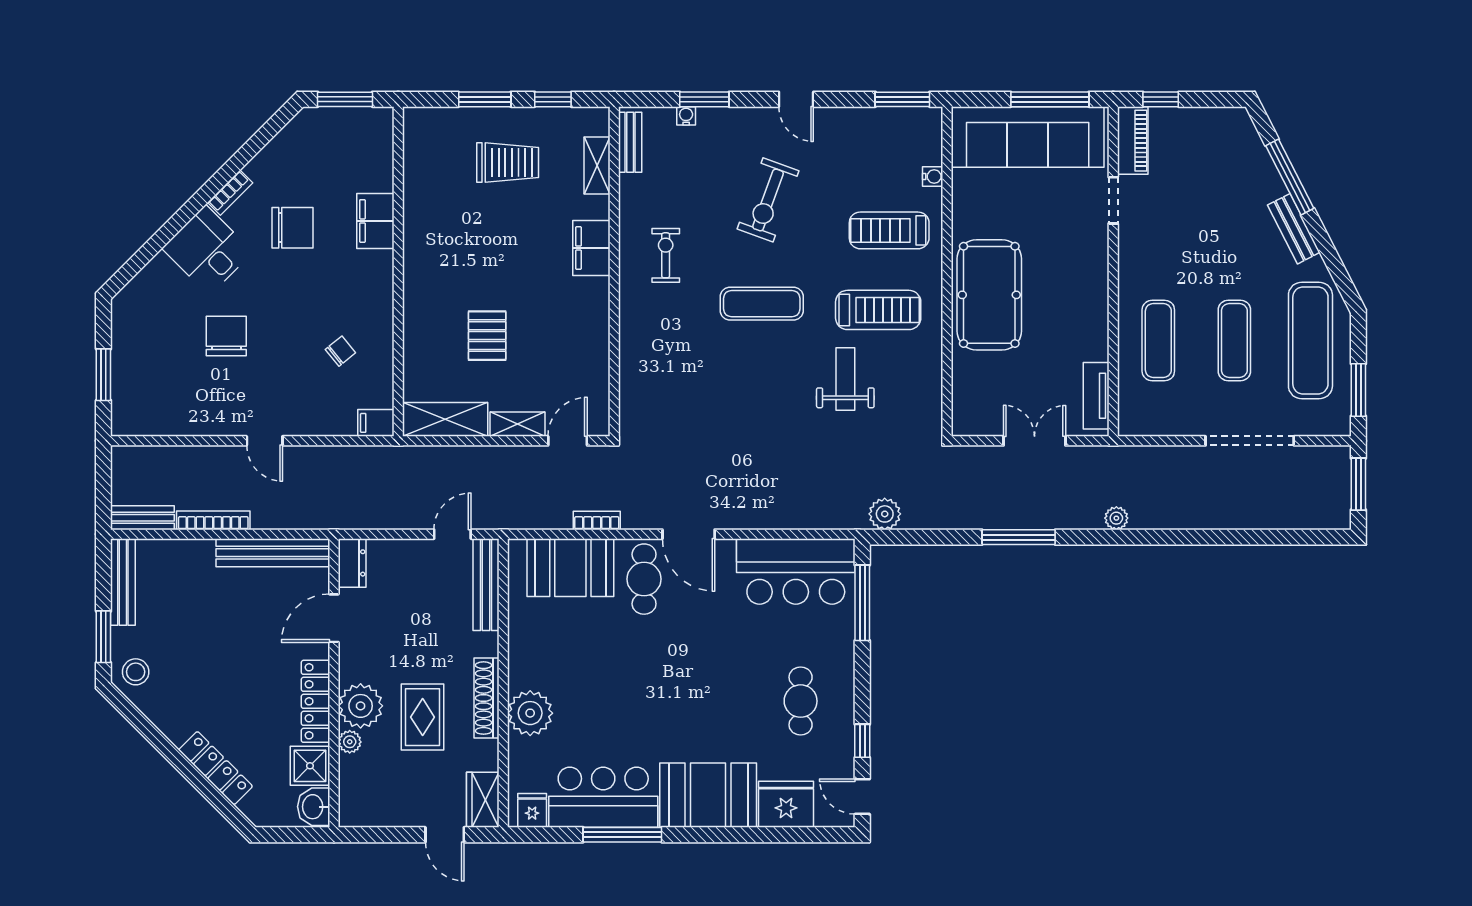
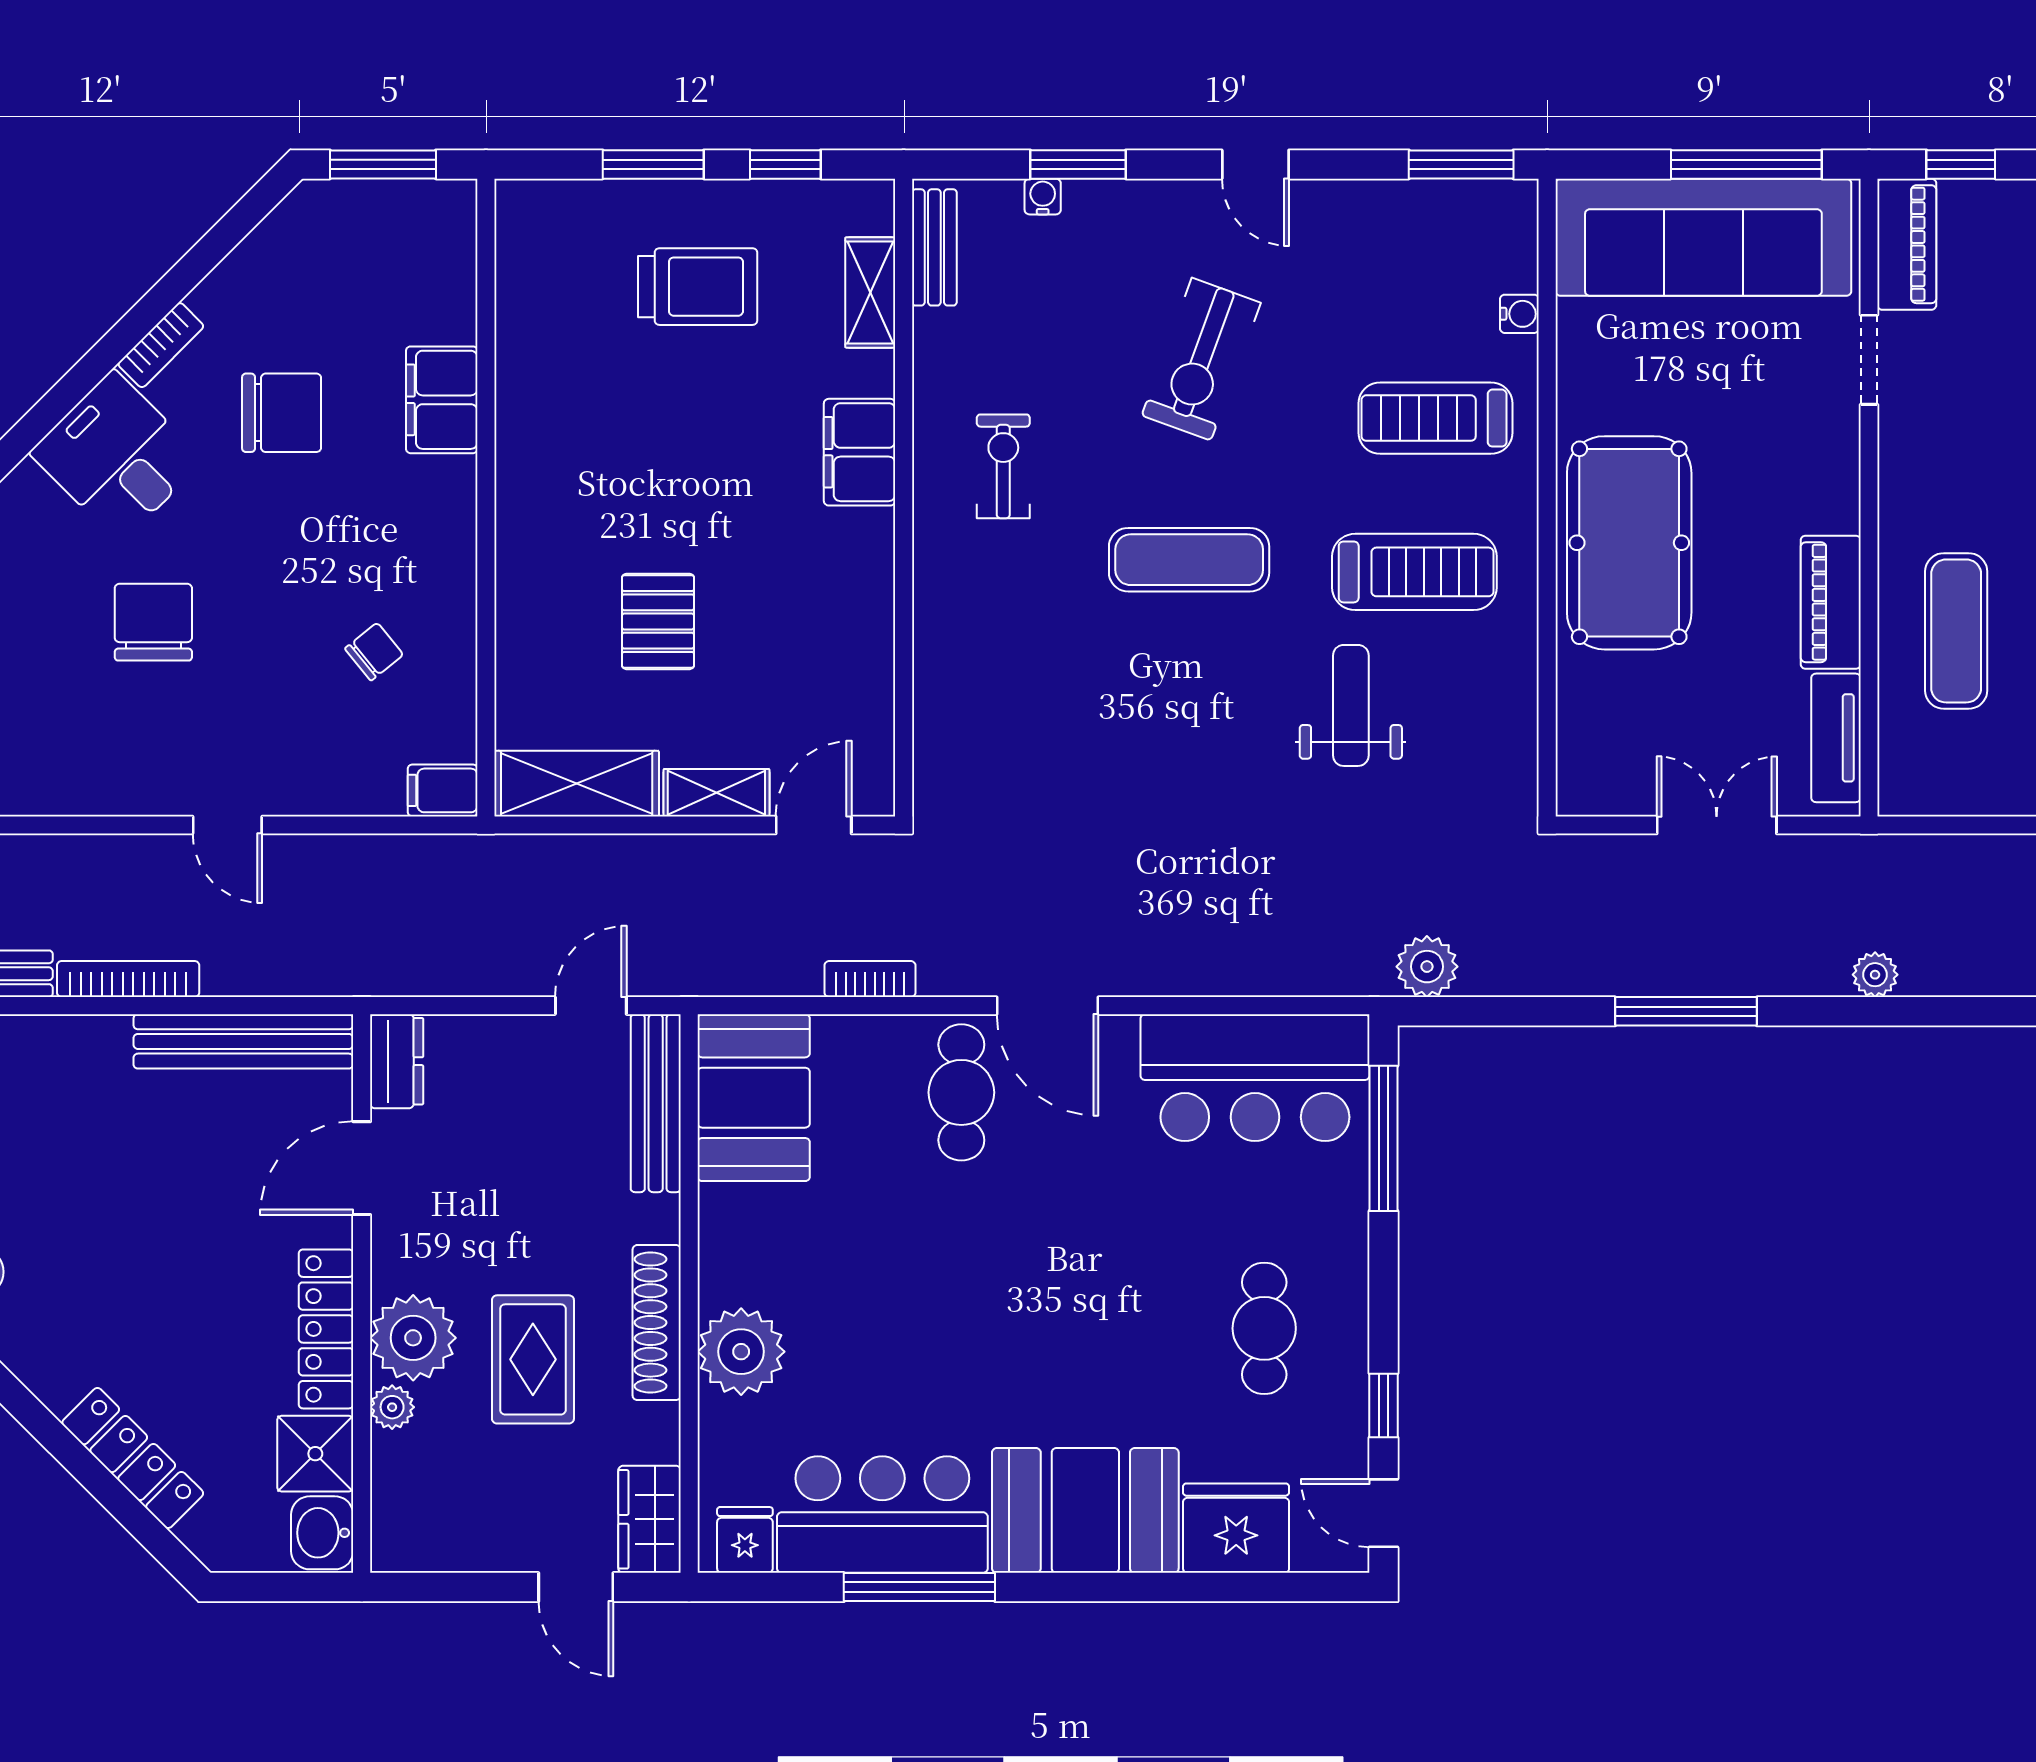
piano: (1093, 326) -> (1831, 602), added
booth: (570, 568) -> (754, 1098), moved, turned 90

